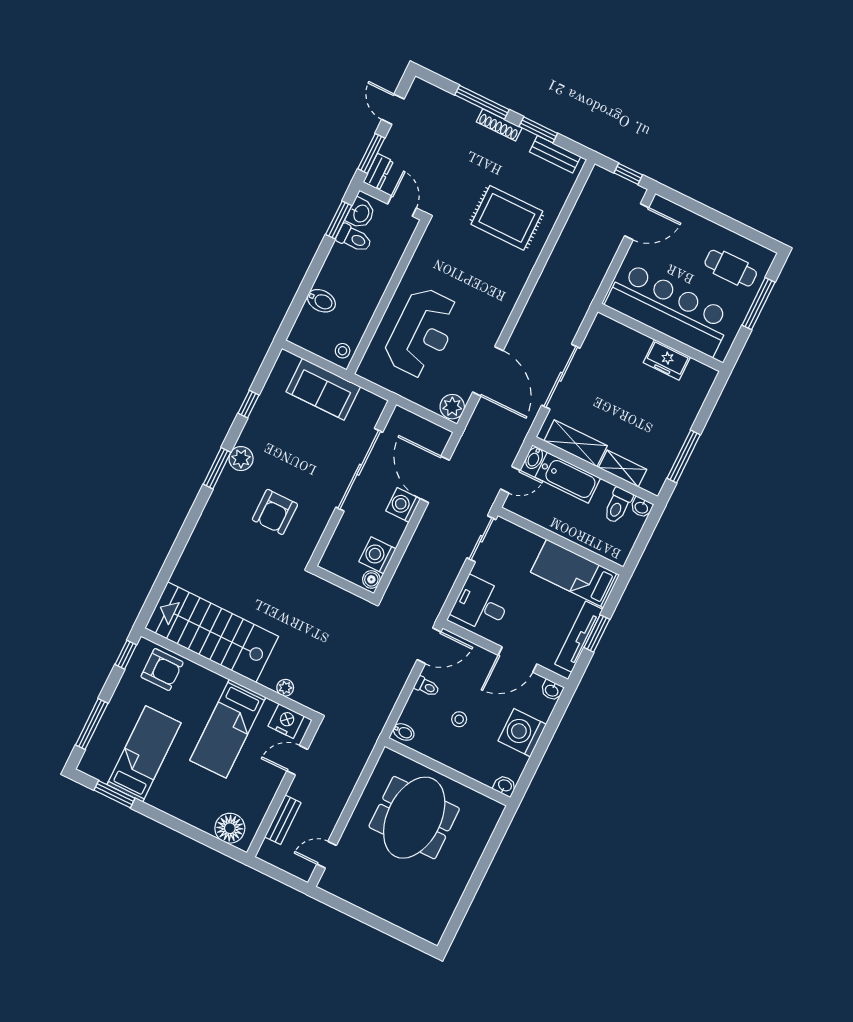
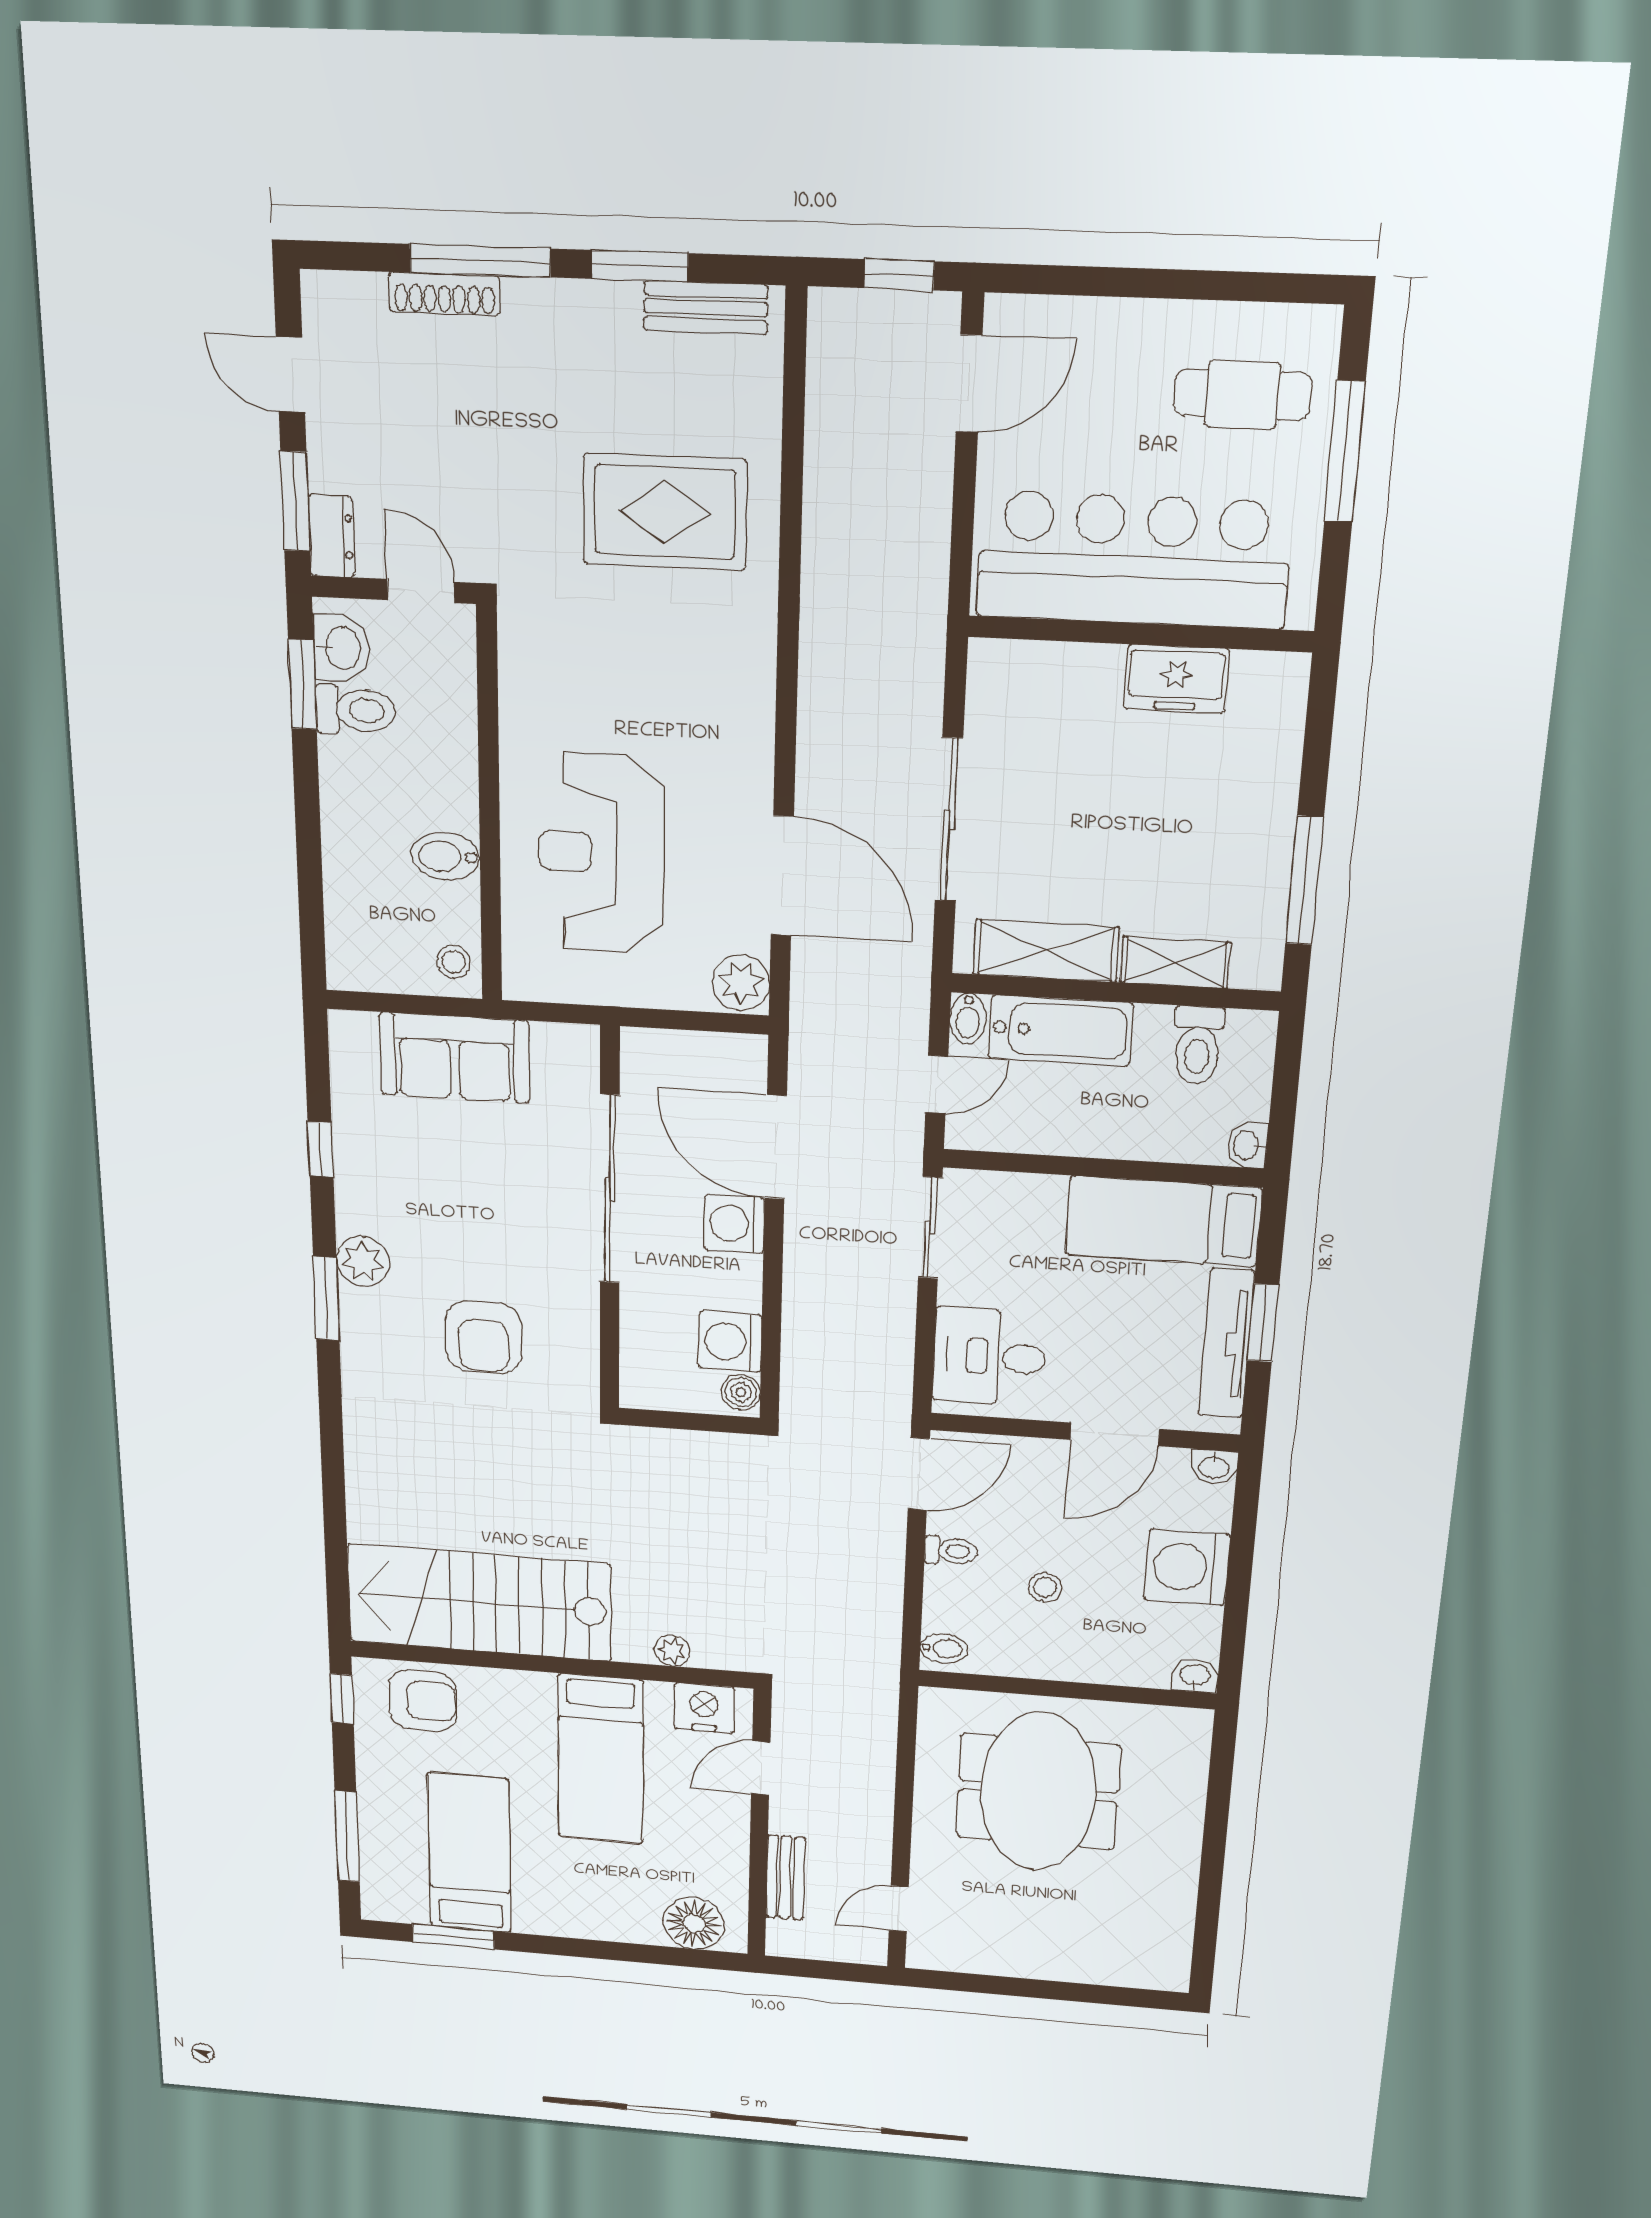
shoe rack: (499, 125) -> (444, 294), moved
bidet: (321, 301) -> (445, 856), moved, turned 180
reception desk: (422, 333) -> (601, 853), turned 180
washbasin: (642, 507) -> (1247, 1145), moved, turned 90

